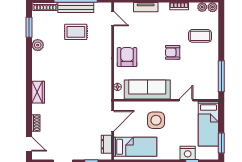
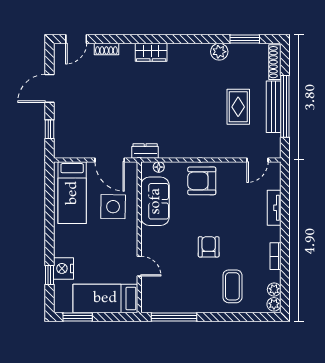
armchair: (127, 57) -> (202, 181), turned 180
sofa: (147, 89) -> (155, 201), width x0.73
side table: (156, 120) -> (113, 207), moved
dresser: (106, 144) -> (145, 151), moved

